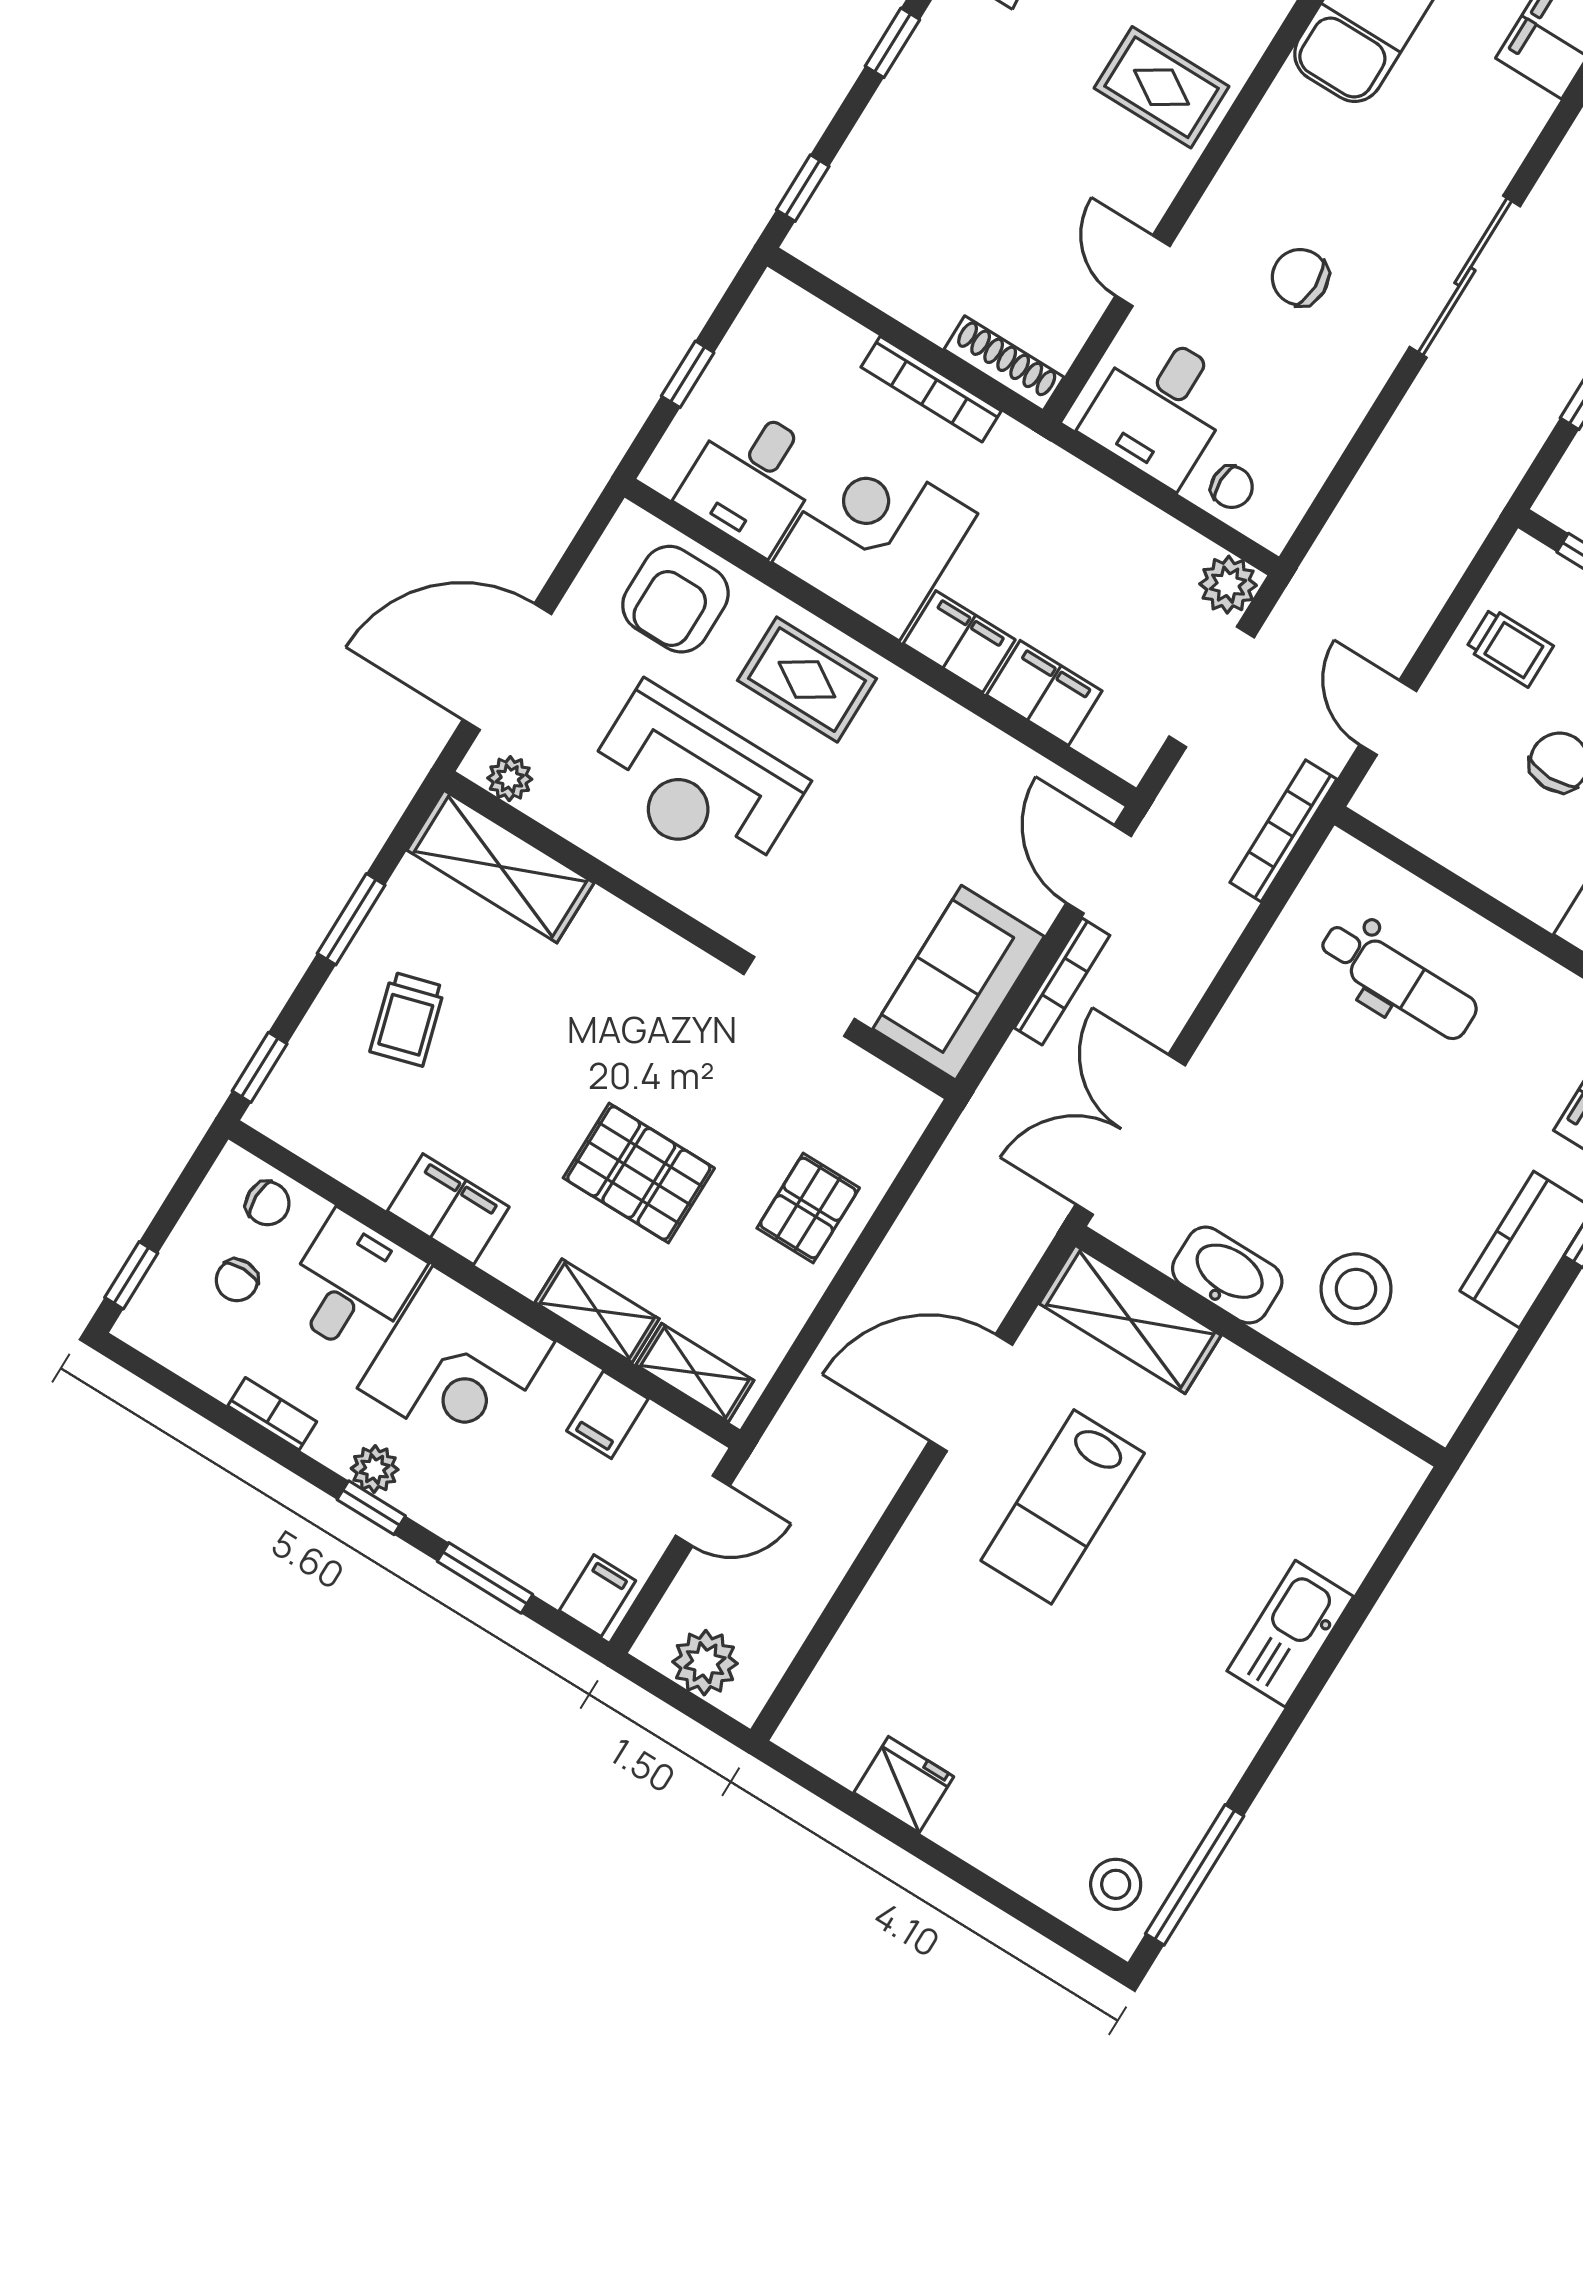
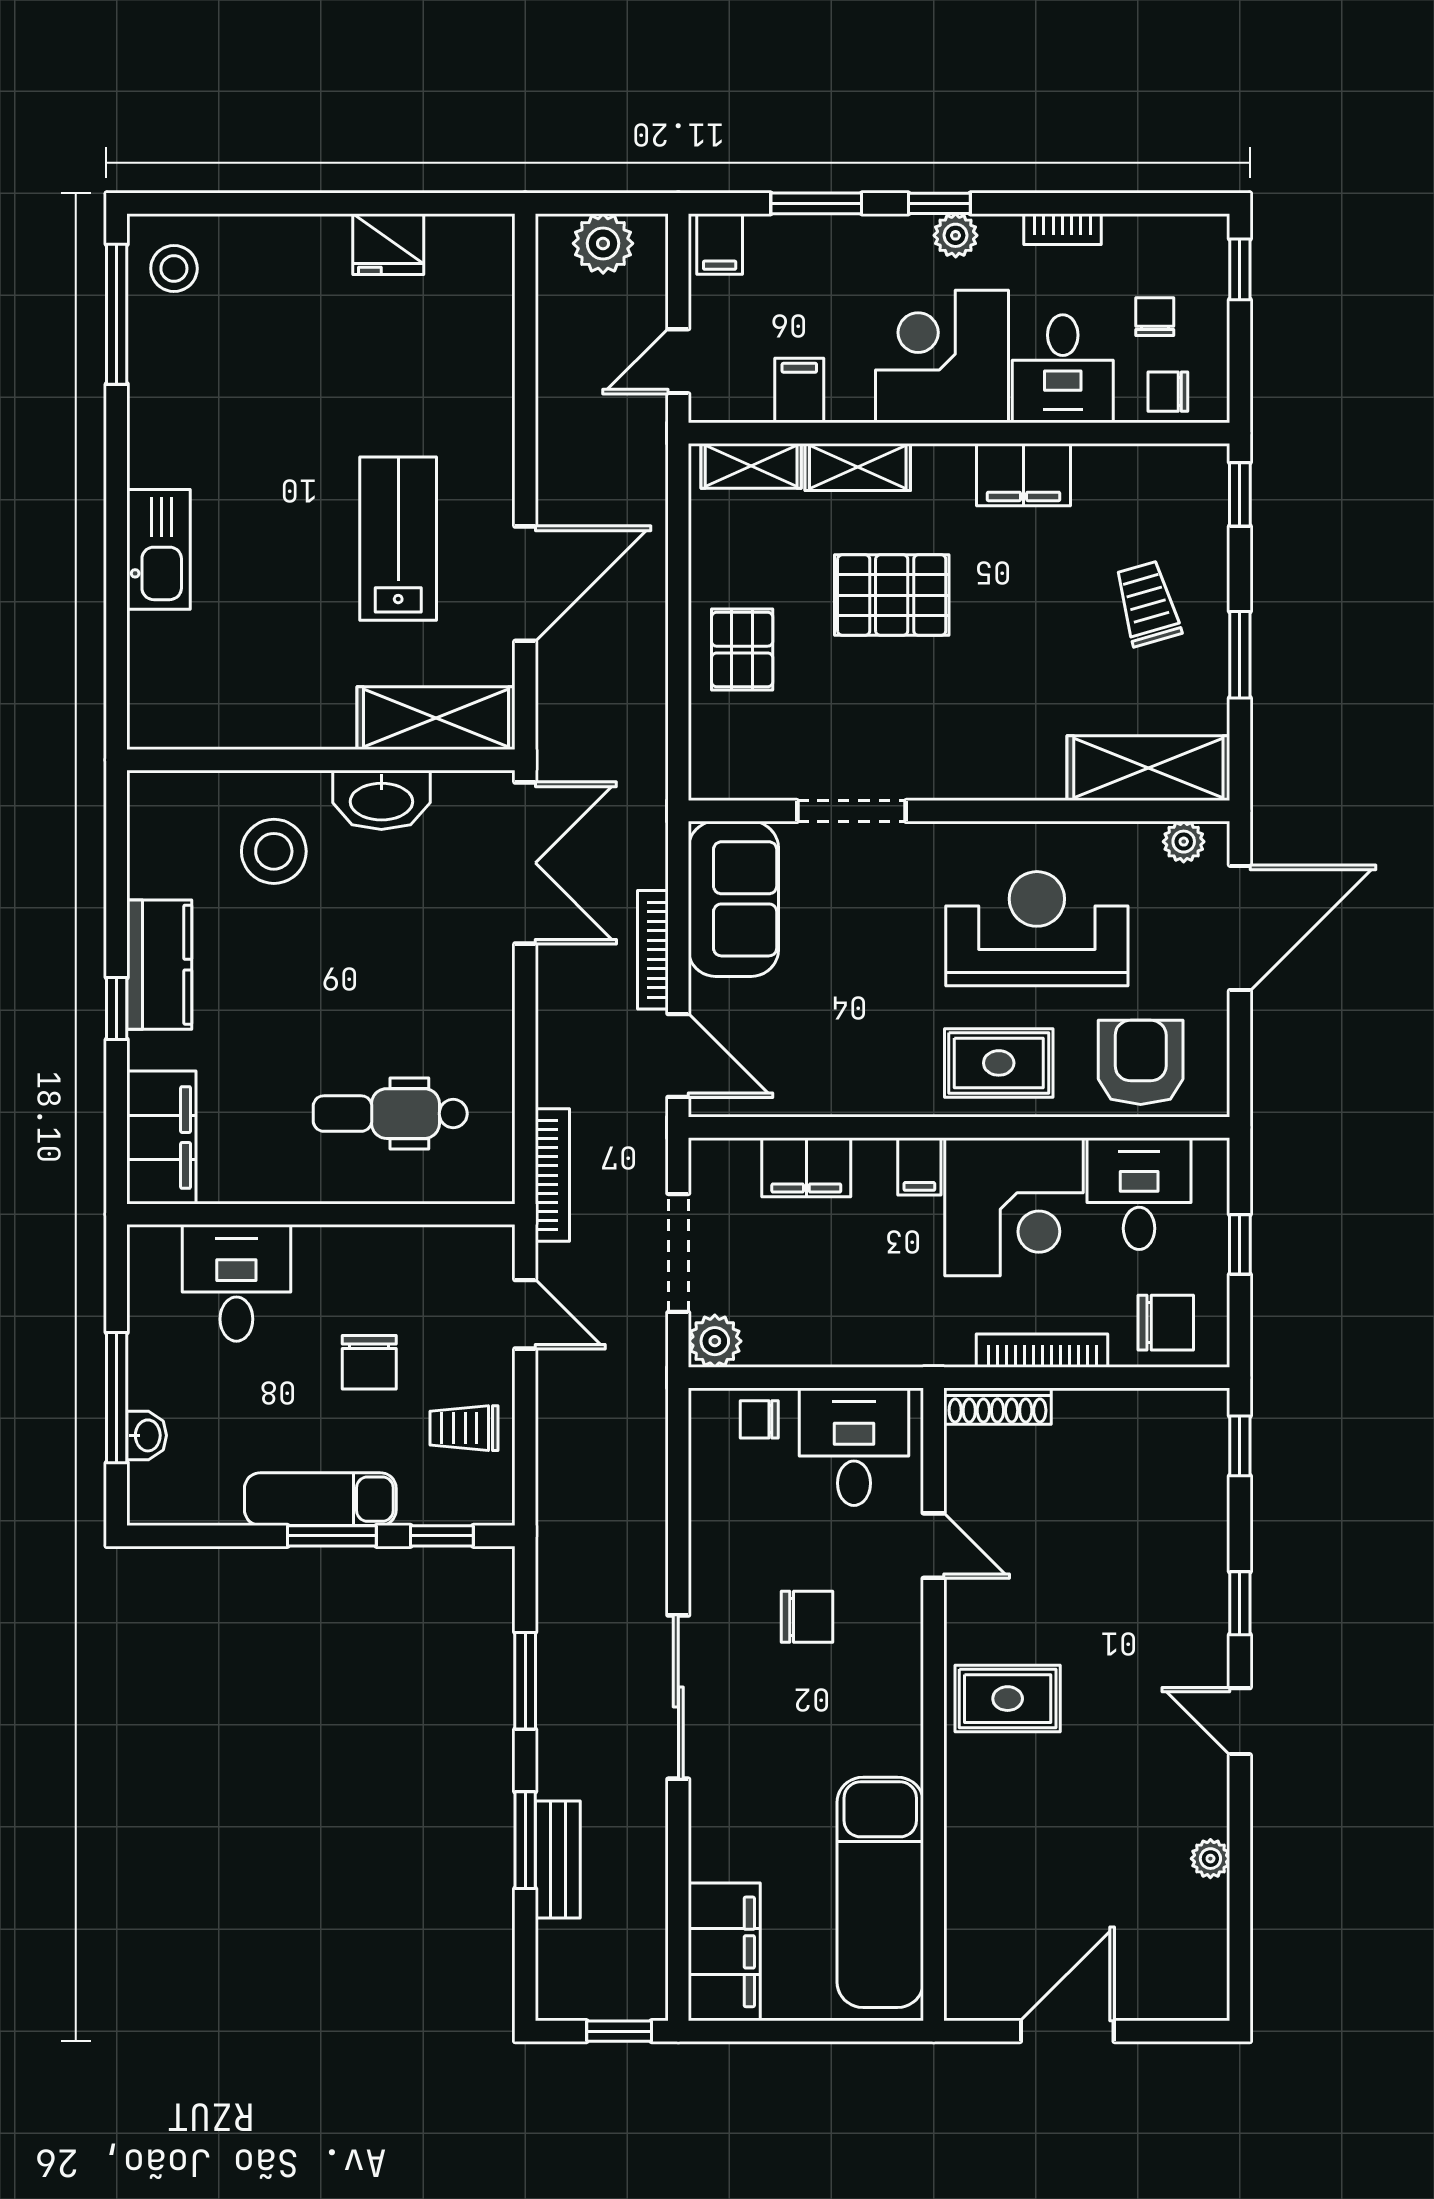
chair: (801, 344) -> (1166, 1323), added
filing cabinet: (959, 642) -> (919, 1166), width x0.50

